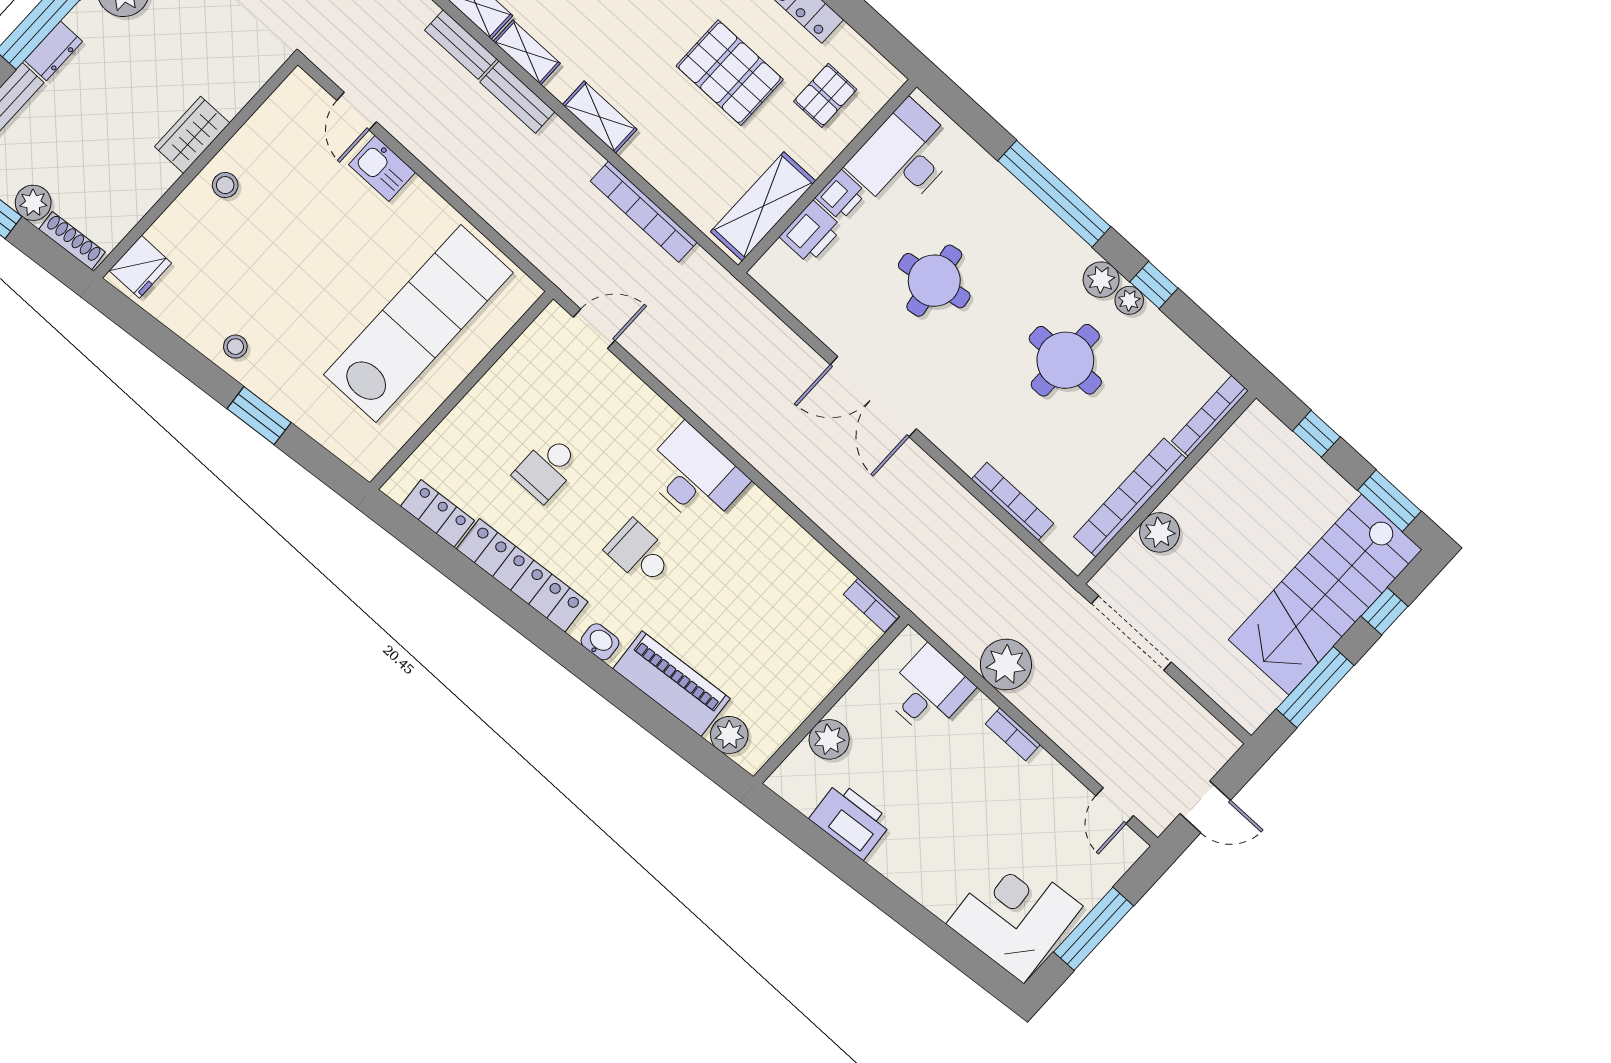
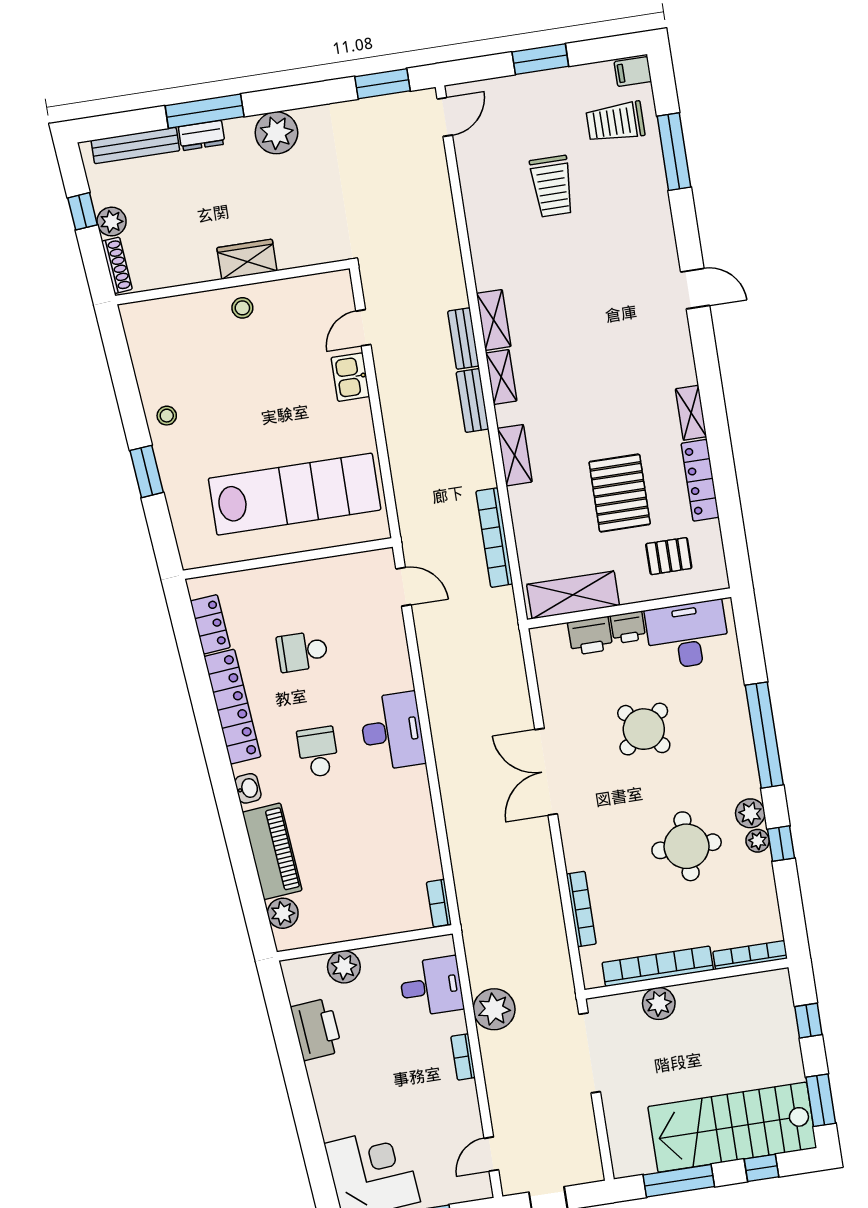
fridge: (140, 267) -> (147, 317), removed
round table: (934, 281) -> (644, 729), turned -31

